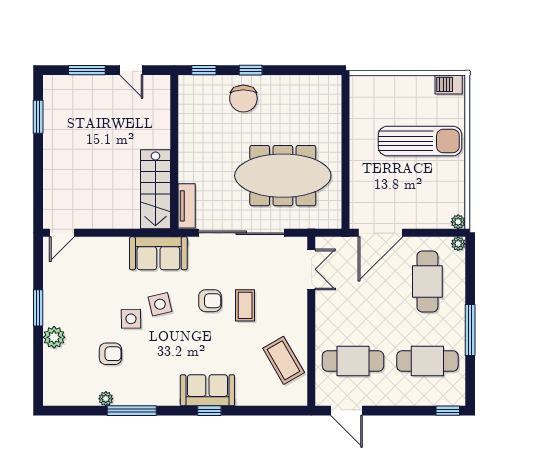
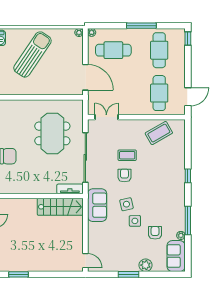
sun lounger: (420, 141) -> (32, 54), turned 34
meeting table: (283, 176) -> (52, 133), width x0.73
sofa: (207, 390) -> (176, 256), moved

